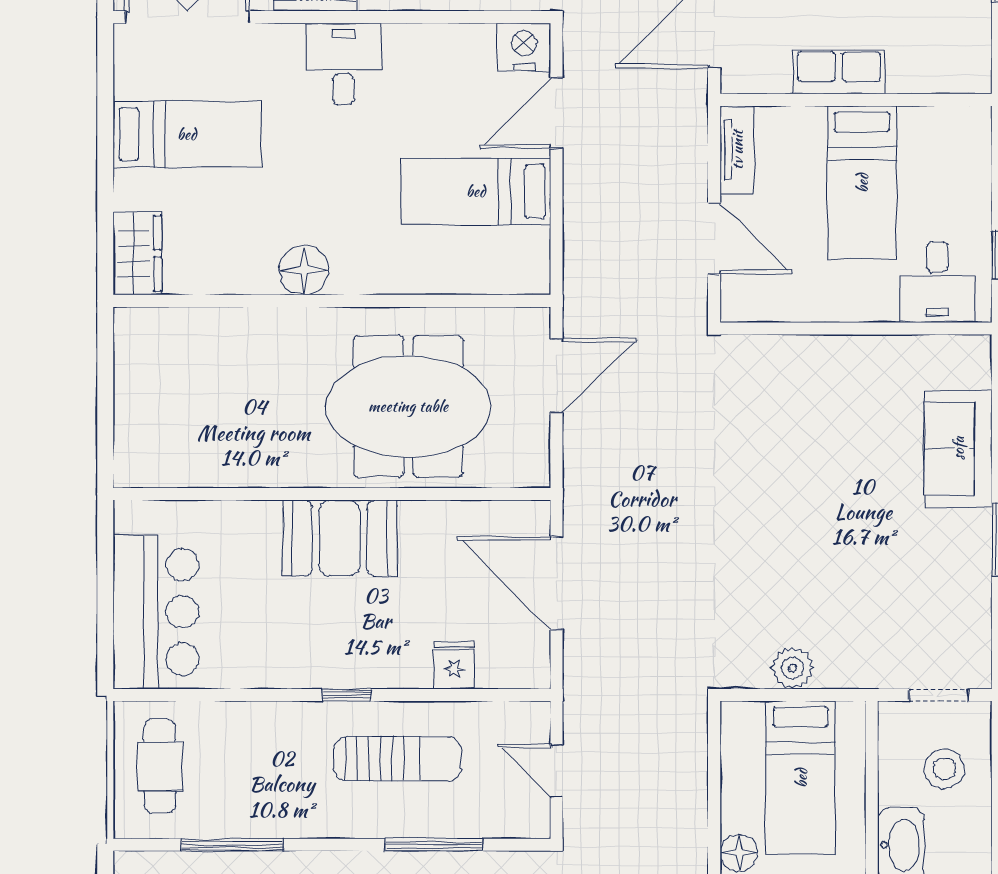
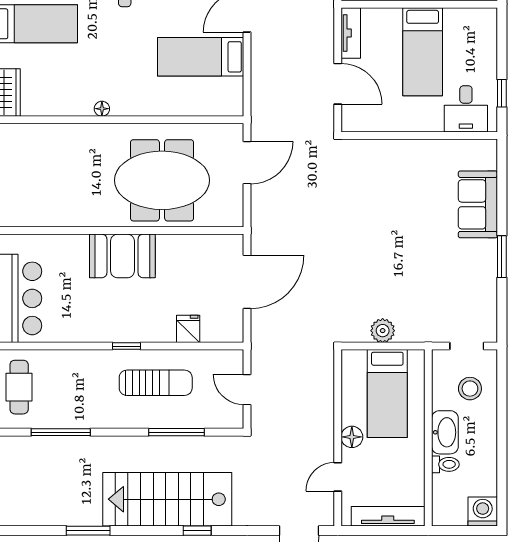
floor lamp: (304, 270) -> (102, 109), width x0.53, depth x0.53
door: (557, 583) -> (247, 282), swing flipped

